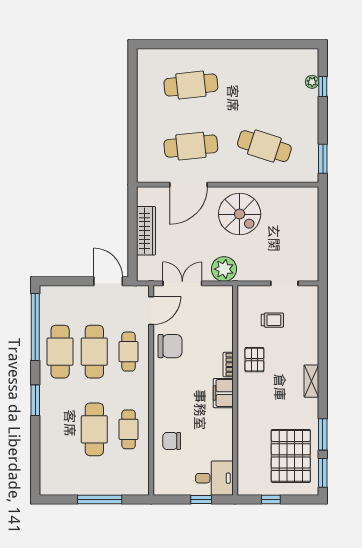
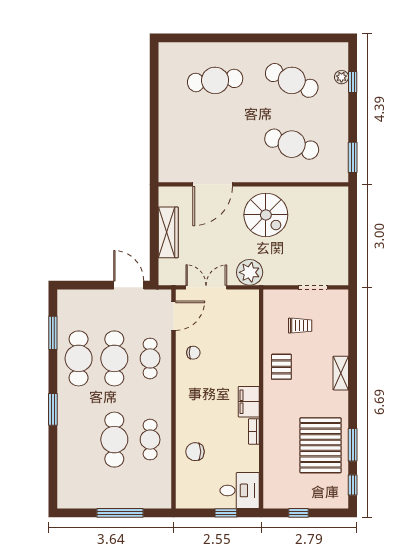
cafe table: (191, 146) -> (292, 80), moved, turned 30
window: (35, 327) -> (53, 333), width x0.47
chair: (170, 346) -> (193, 353), width x0.54, depth x0.54
bookcase: (228, 365) -> (254, 431), moved
shelving: (311, 381) -> (341, 373), moved
pallet: (291, 456) -> (321, 445), moved
window: (323, 473) -> (353, 485), width x0.67

